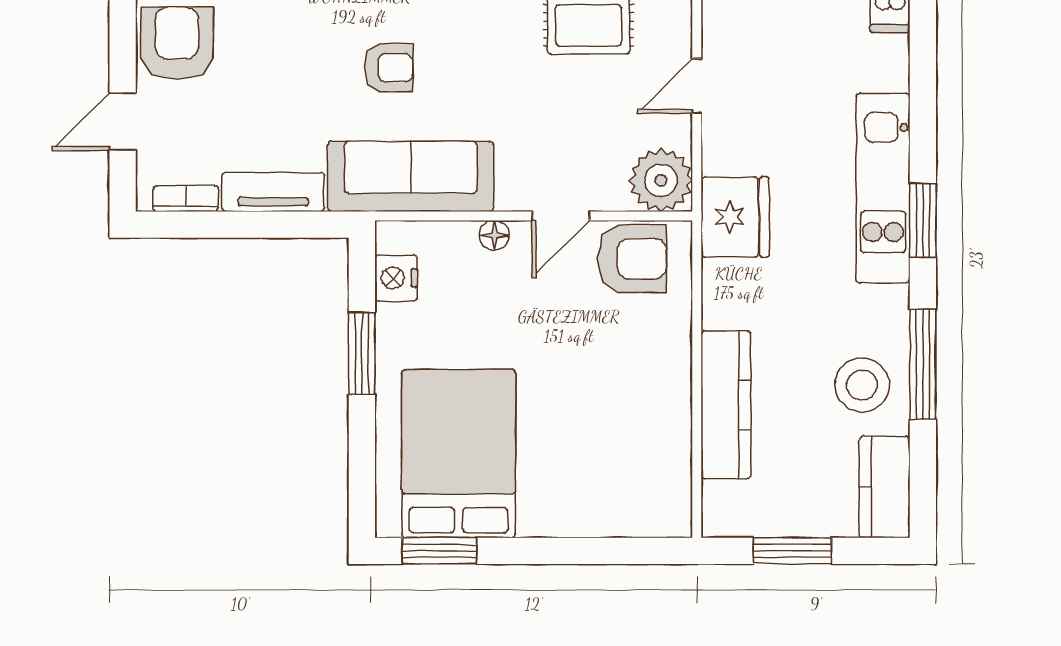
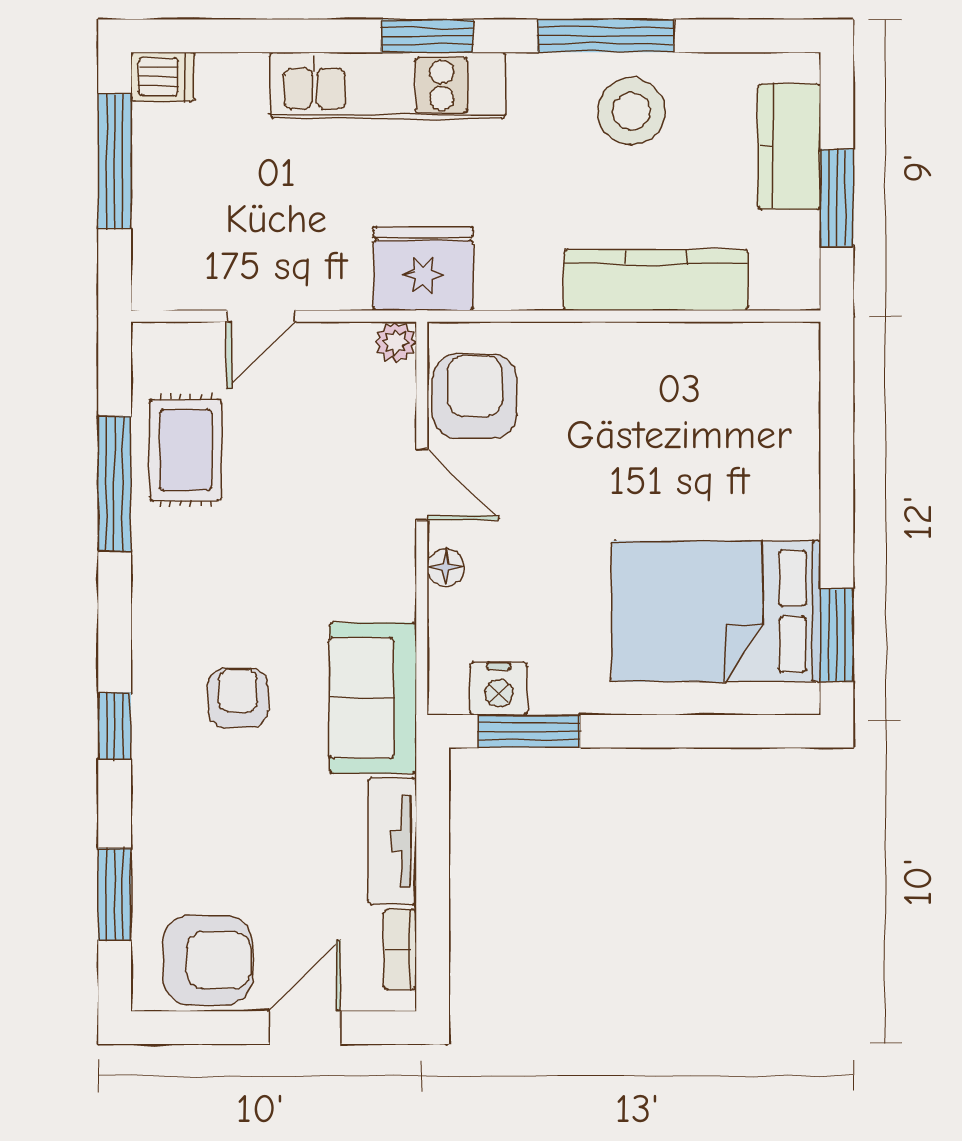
armchair: (177, 43) -> (208, 960), turned 180
door: (697, 86) -> (261, 316), hinge flipped
door: (123, 122) -> (305, 1028), swing flipped
sofa: (411, 176) -> (373, 698), width x0.73
plant: (661, 180) -> (396, 342), width x0.53, depth x0.53
window: (362, 353) -> (529, 731), moved
kitchen counter: (884, 487) -> (789, 147), moved, turned 90

